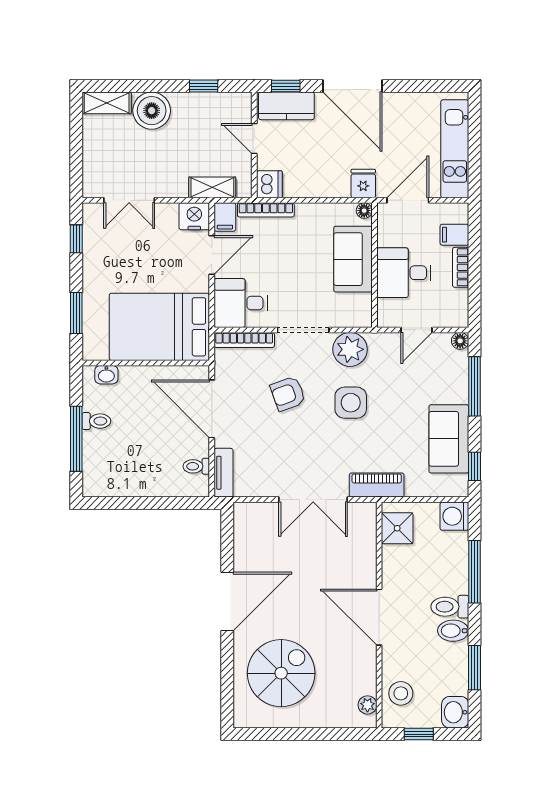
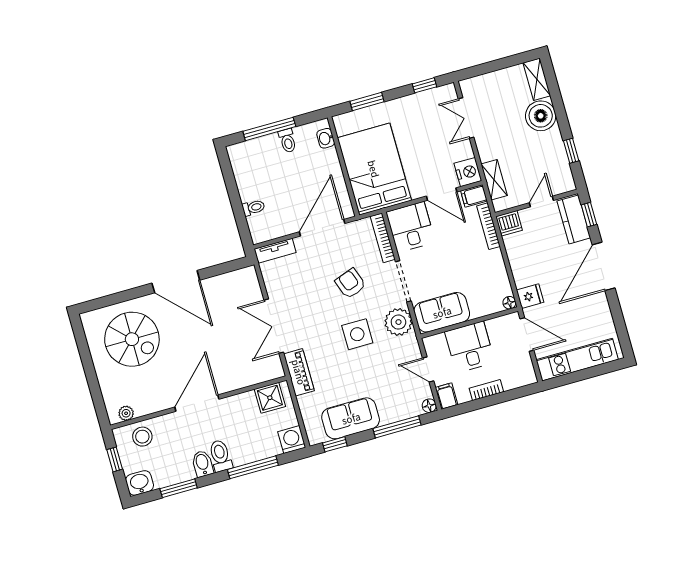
filing cabinet: (454, 235) -> (447, 396), moved
sofa: (353, 259) -> (442, 312), moved
toilet: (196, 466) -> (253, 208), moved, turned 90

